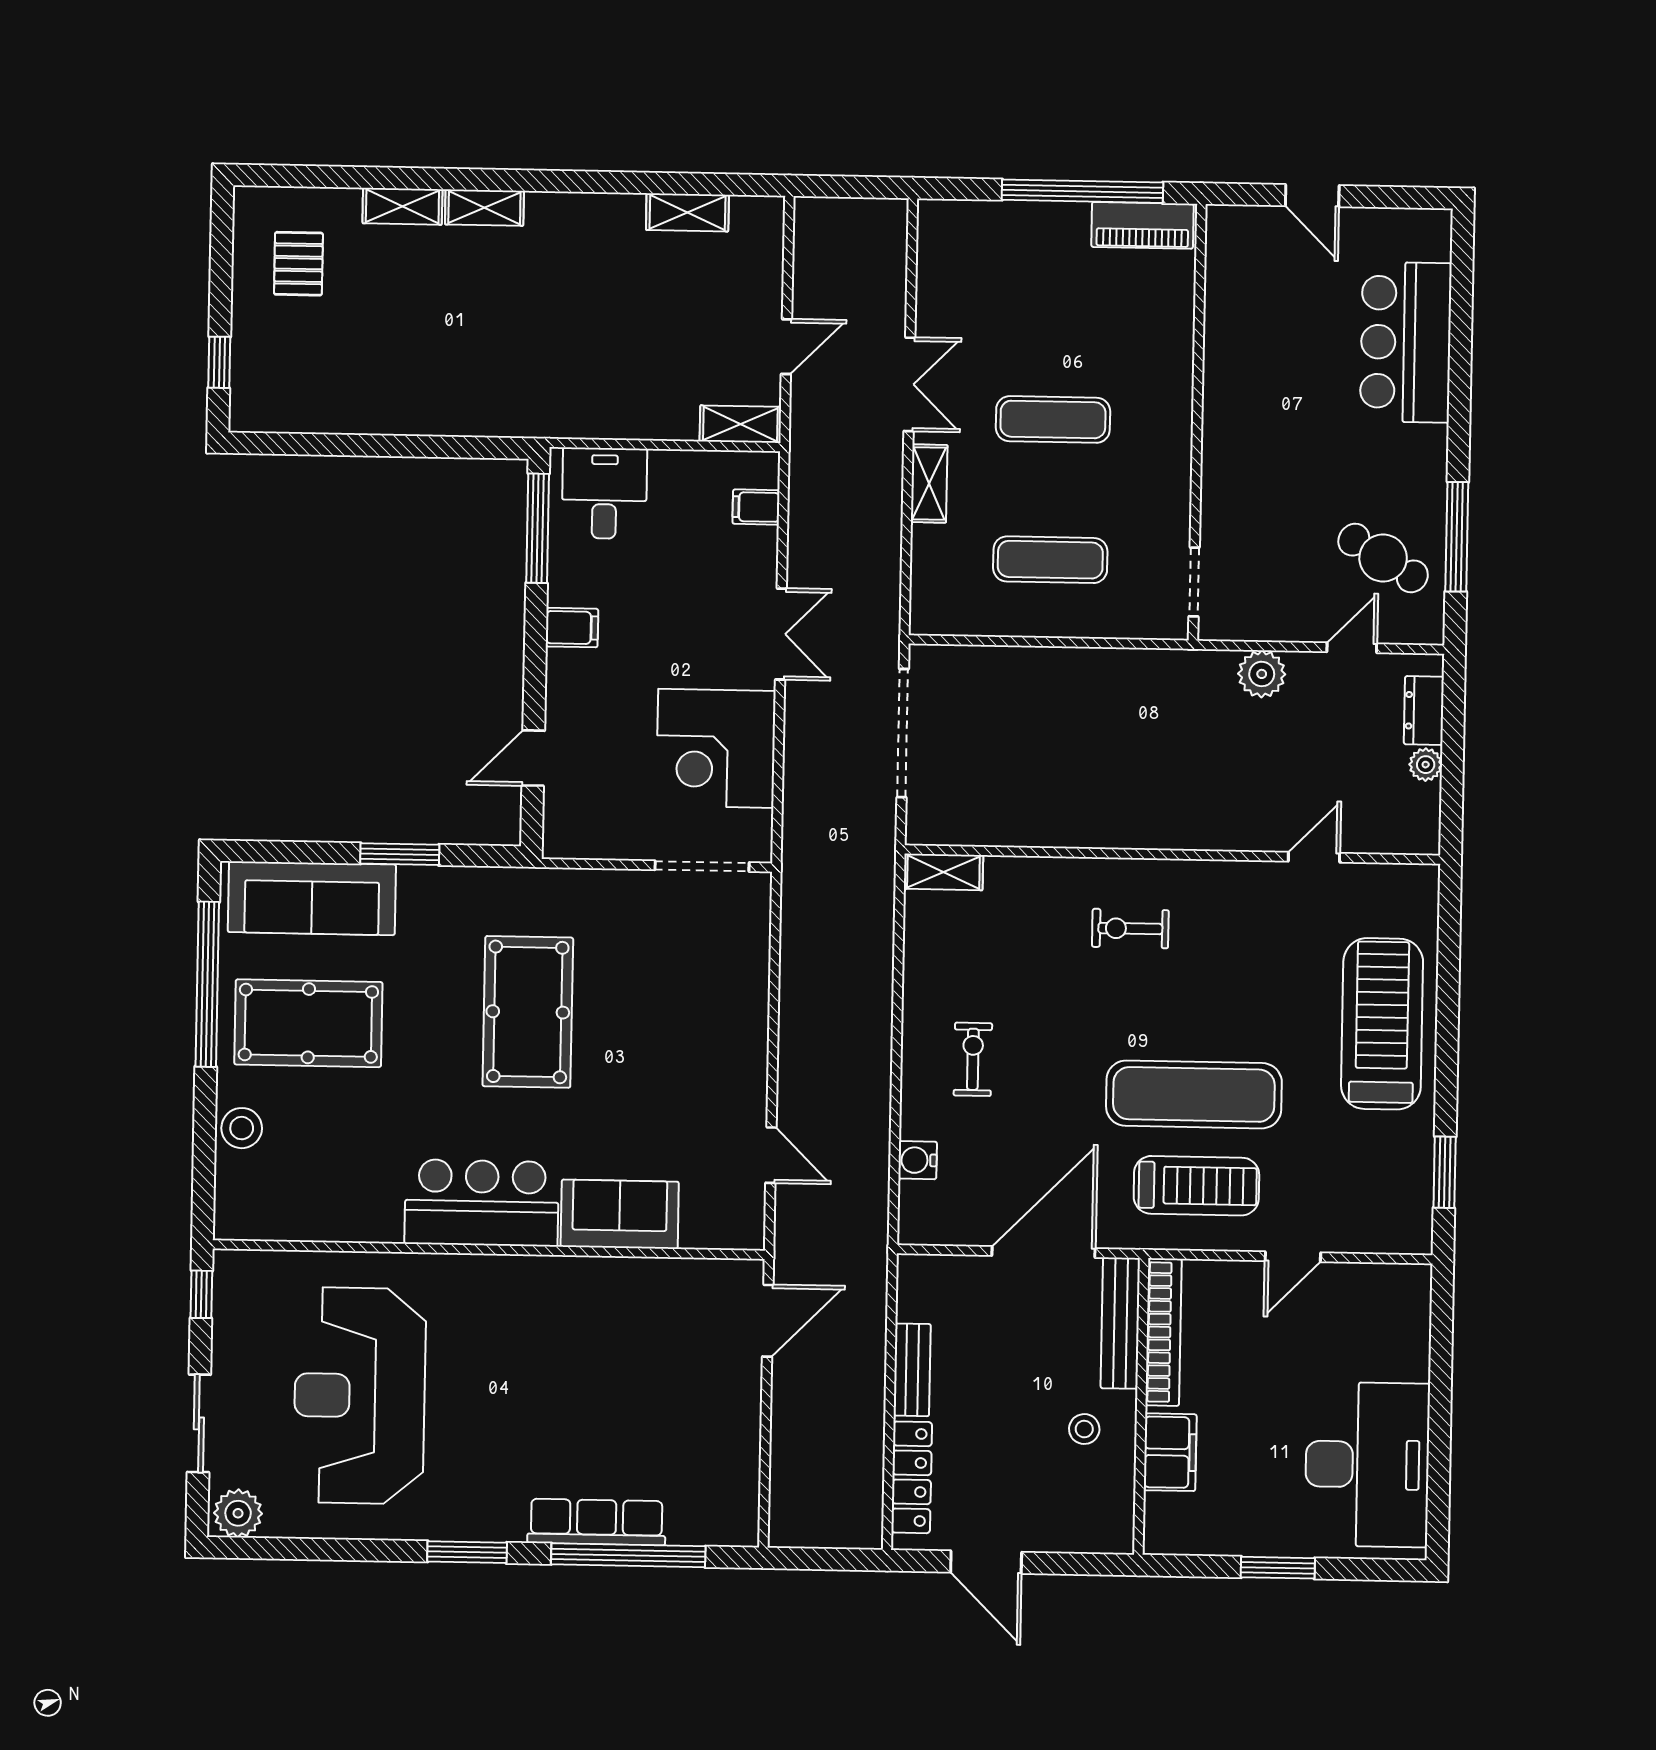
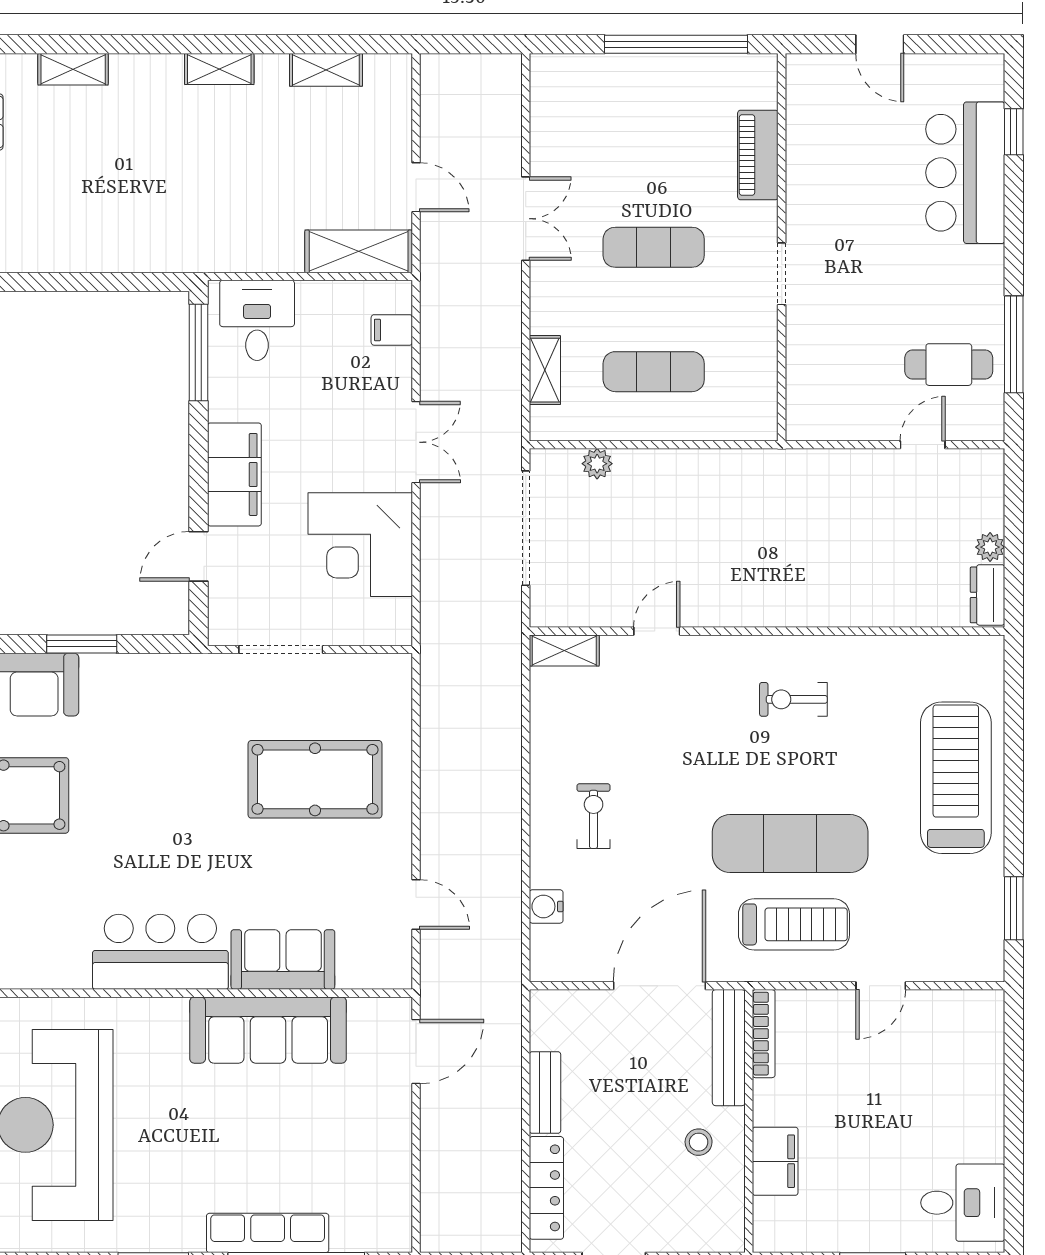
shelving: (484, 208) -> (219, 69), moved
piano: (1142, 225) -> (758, 155), moved, turned 90
window: (1461, 297) -> (1014, 132), added
door: (786, 347) -> (416, 187), hinge flipped
shelving: (740, 424) -> (359, 251), width x1.50, depth x1.33
shelving: (929, 484) -> (545, 370), moved
cafe table: (1383, 558) -> (949, 365), turned -31
doorway: (1194, 582) -> (782, 274), moved
filing cabinet: (572, 628) -> (234, 474), width x3.00, depth x1.17
plant: (1262, 674) -> (597, 464), moved, width x0.73, depth x0.73
dresser: (1424, 711) -> (988, 595), moved
door: (1314, 857) -> (657, 631), moved
doorway: (702, 866) -> (281, 649), moved
exercise bike: (1130, 929) -> (793, 699), moved
pool table: (528, 1012) -> (315, 779), moved, turned 90
sofa: (601, 1293) -> (268, 1030), added
bookcase: (1163, 1332) -> (764, 1034), width x0.68, depth x0.76
desk: (1367, 1465) -> (963, 1203), width x0.53, depth x0.77

